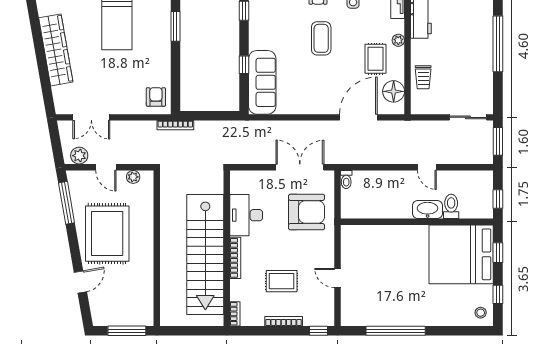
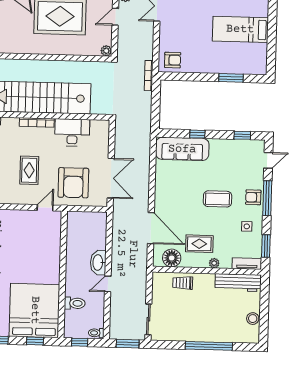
plant: (133, 177) -> (106, 51), moved
toilet: (346, 180) -> (96, 333), moved
washbasin: (428, 209) -> (98, 263), moved, turned 180
door: (337, 278) -> (45, 208), moved
rug: (282, 281) -> (29, 170), moved

